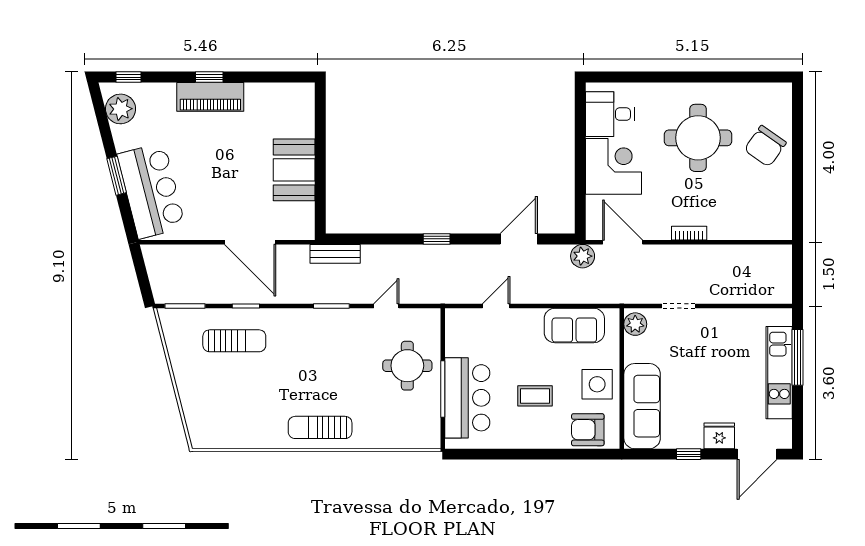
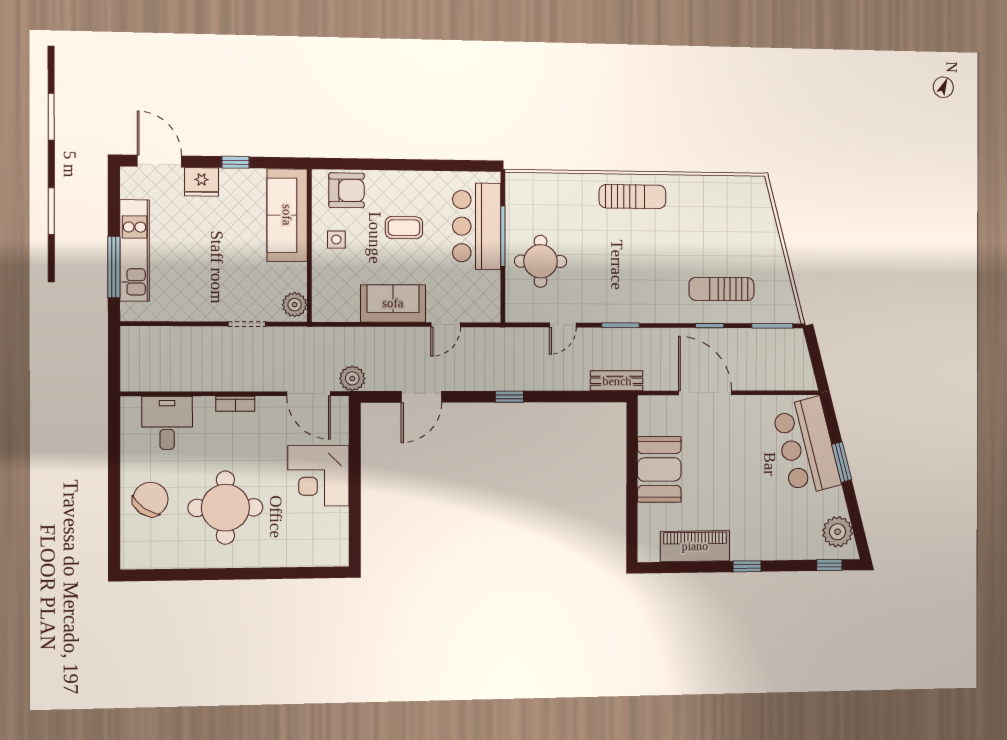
piano: (210, 97) -> (695, 546), moved
desk: (610, 114) -> (167, 423), moved, turned -90
sofa: (574, 326) -> (393, 303), moved
side table: (597, 384) -> (336, 240), width x0.54, depth x0.54
door: (757, 454) -> (159, 161), hinge flipped

